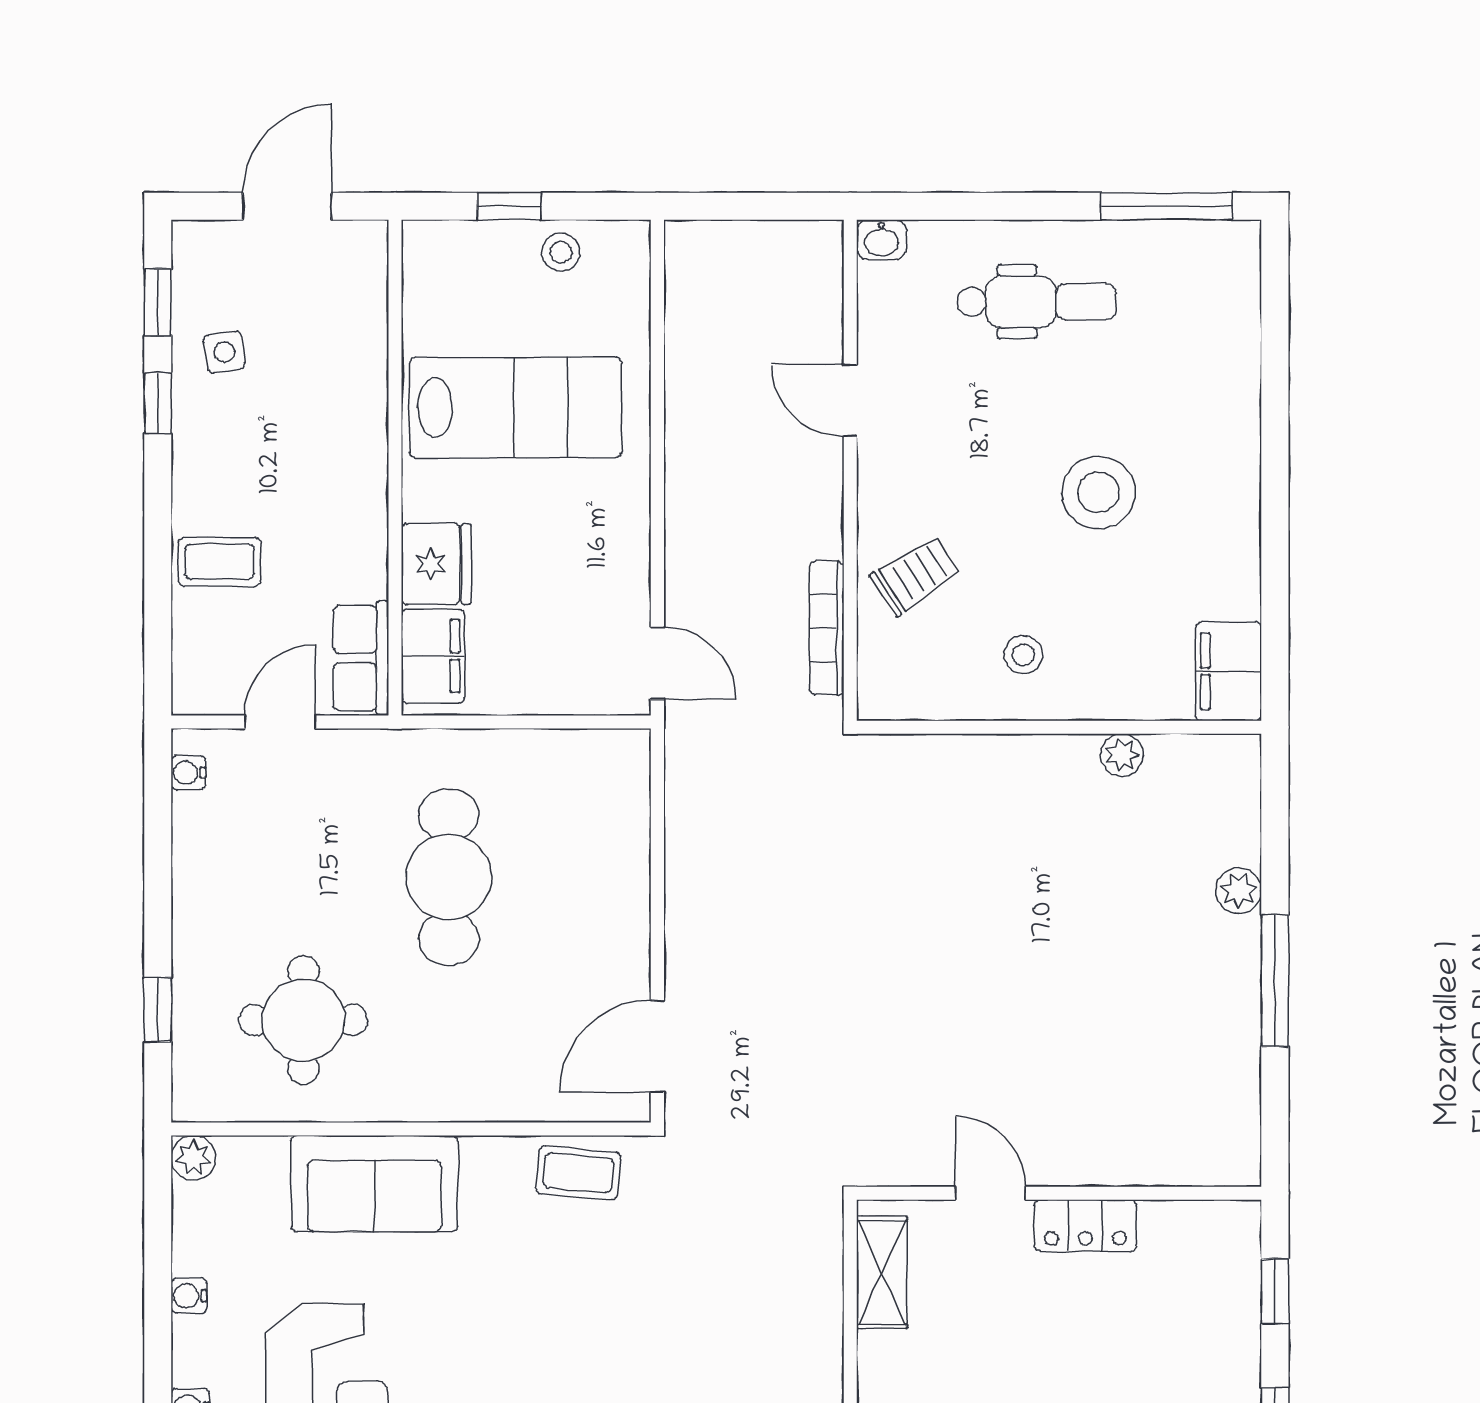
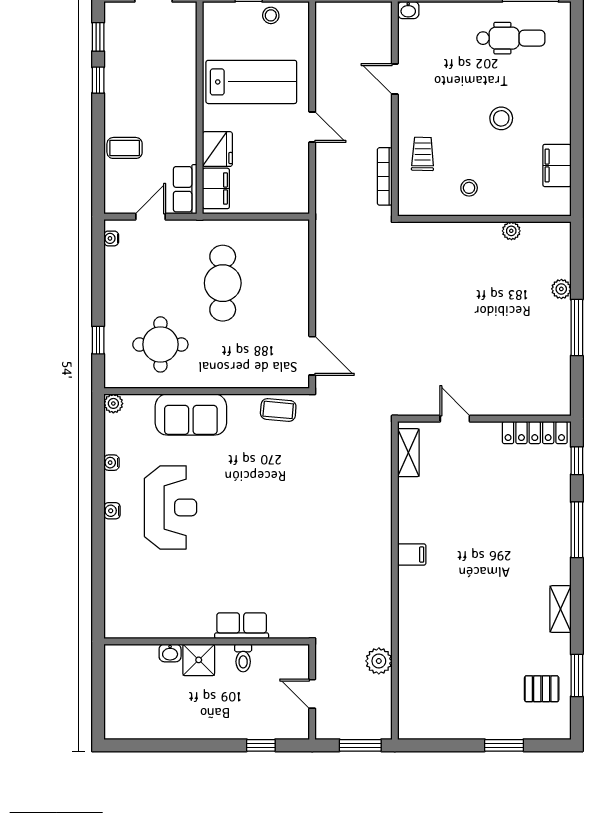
dental chair: (1037, 302) -> (511, 38), moved
side table: (224, 352) -> (127, 58), removed
stool: (1099, 493) -> (501, 118), width x0.73, depth x0.73
trolley: (915, 575) -> (423, 154), turned -56
door: (657, 663) -> (312, 127), moved
filing cabinet: (1228, 671) -> (557, 165), moved
door: (657, 1046) -> (312, 356), swing flipped
locker: (1085, 1225) -> (535, 432), moved, width x1.53

